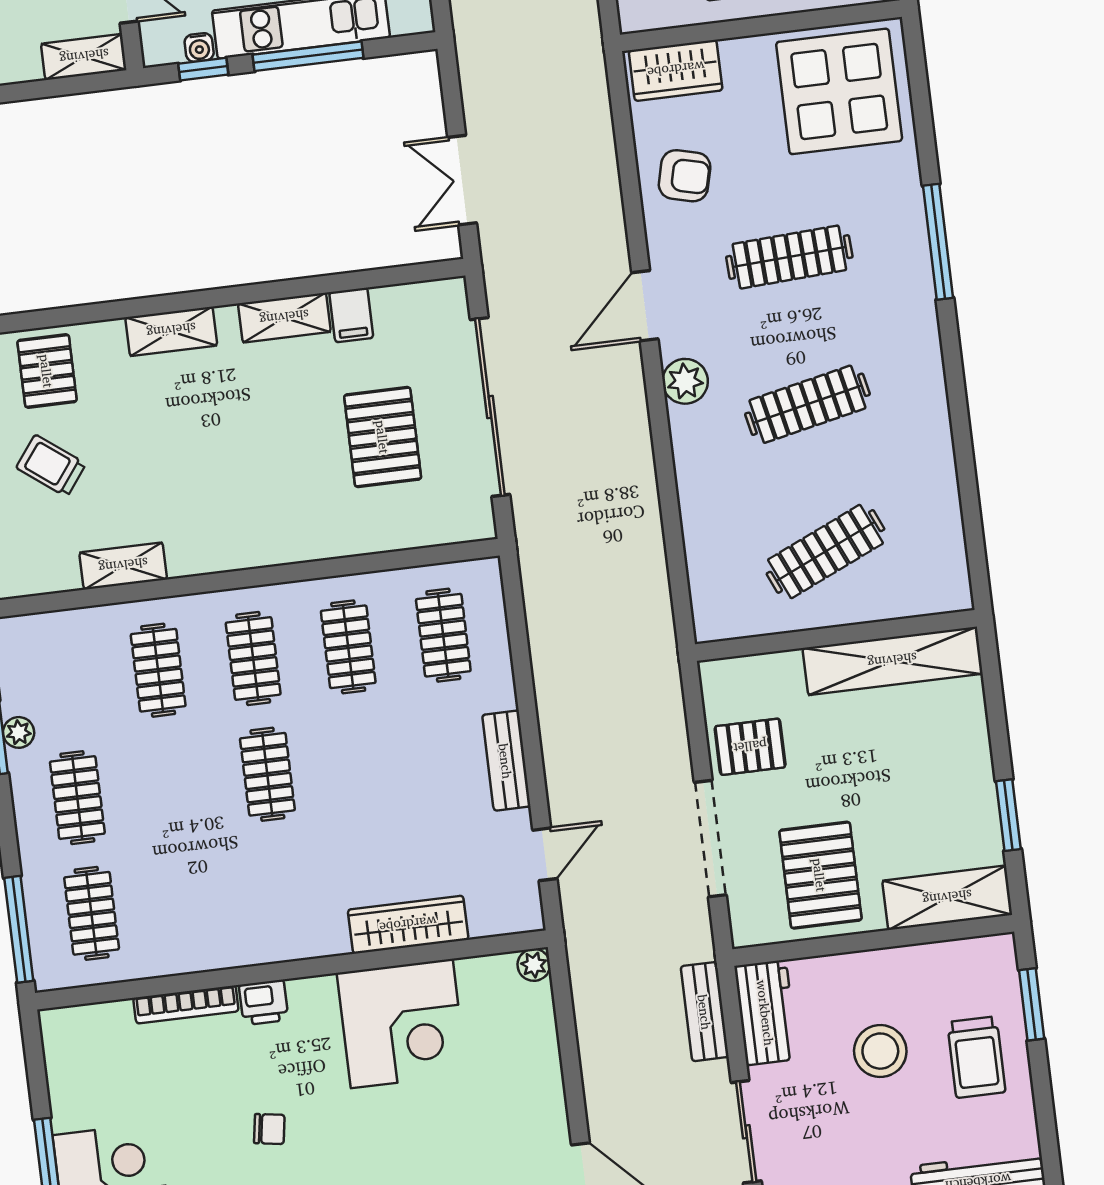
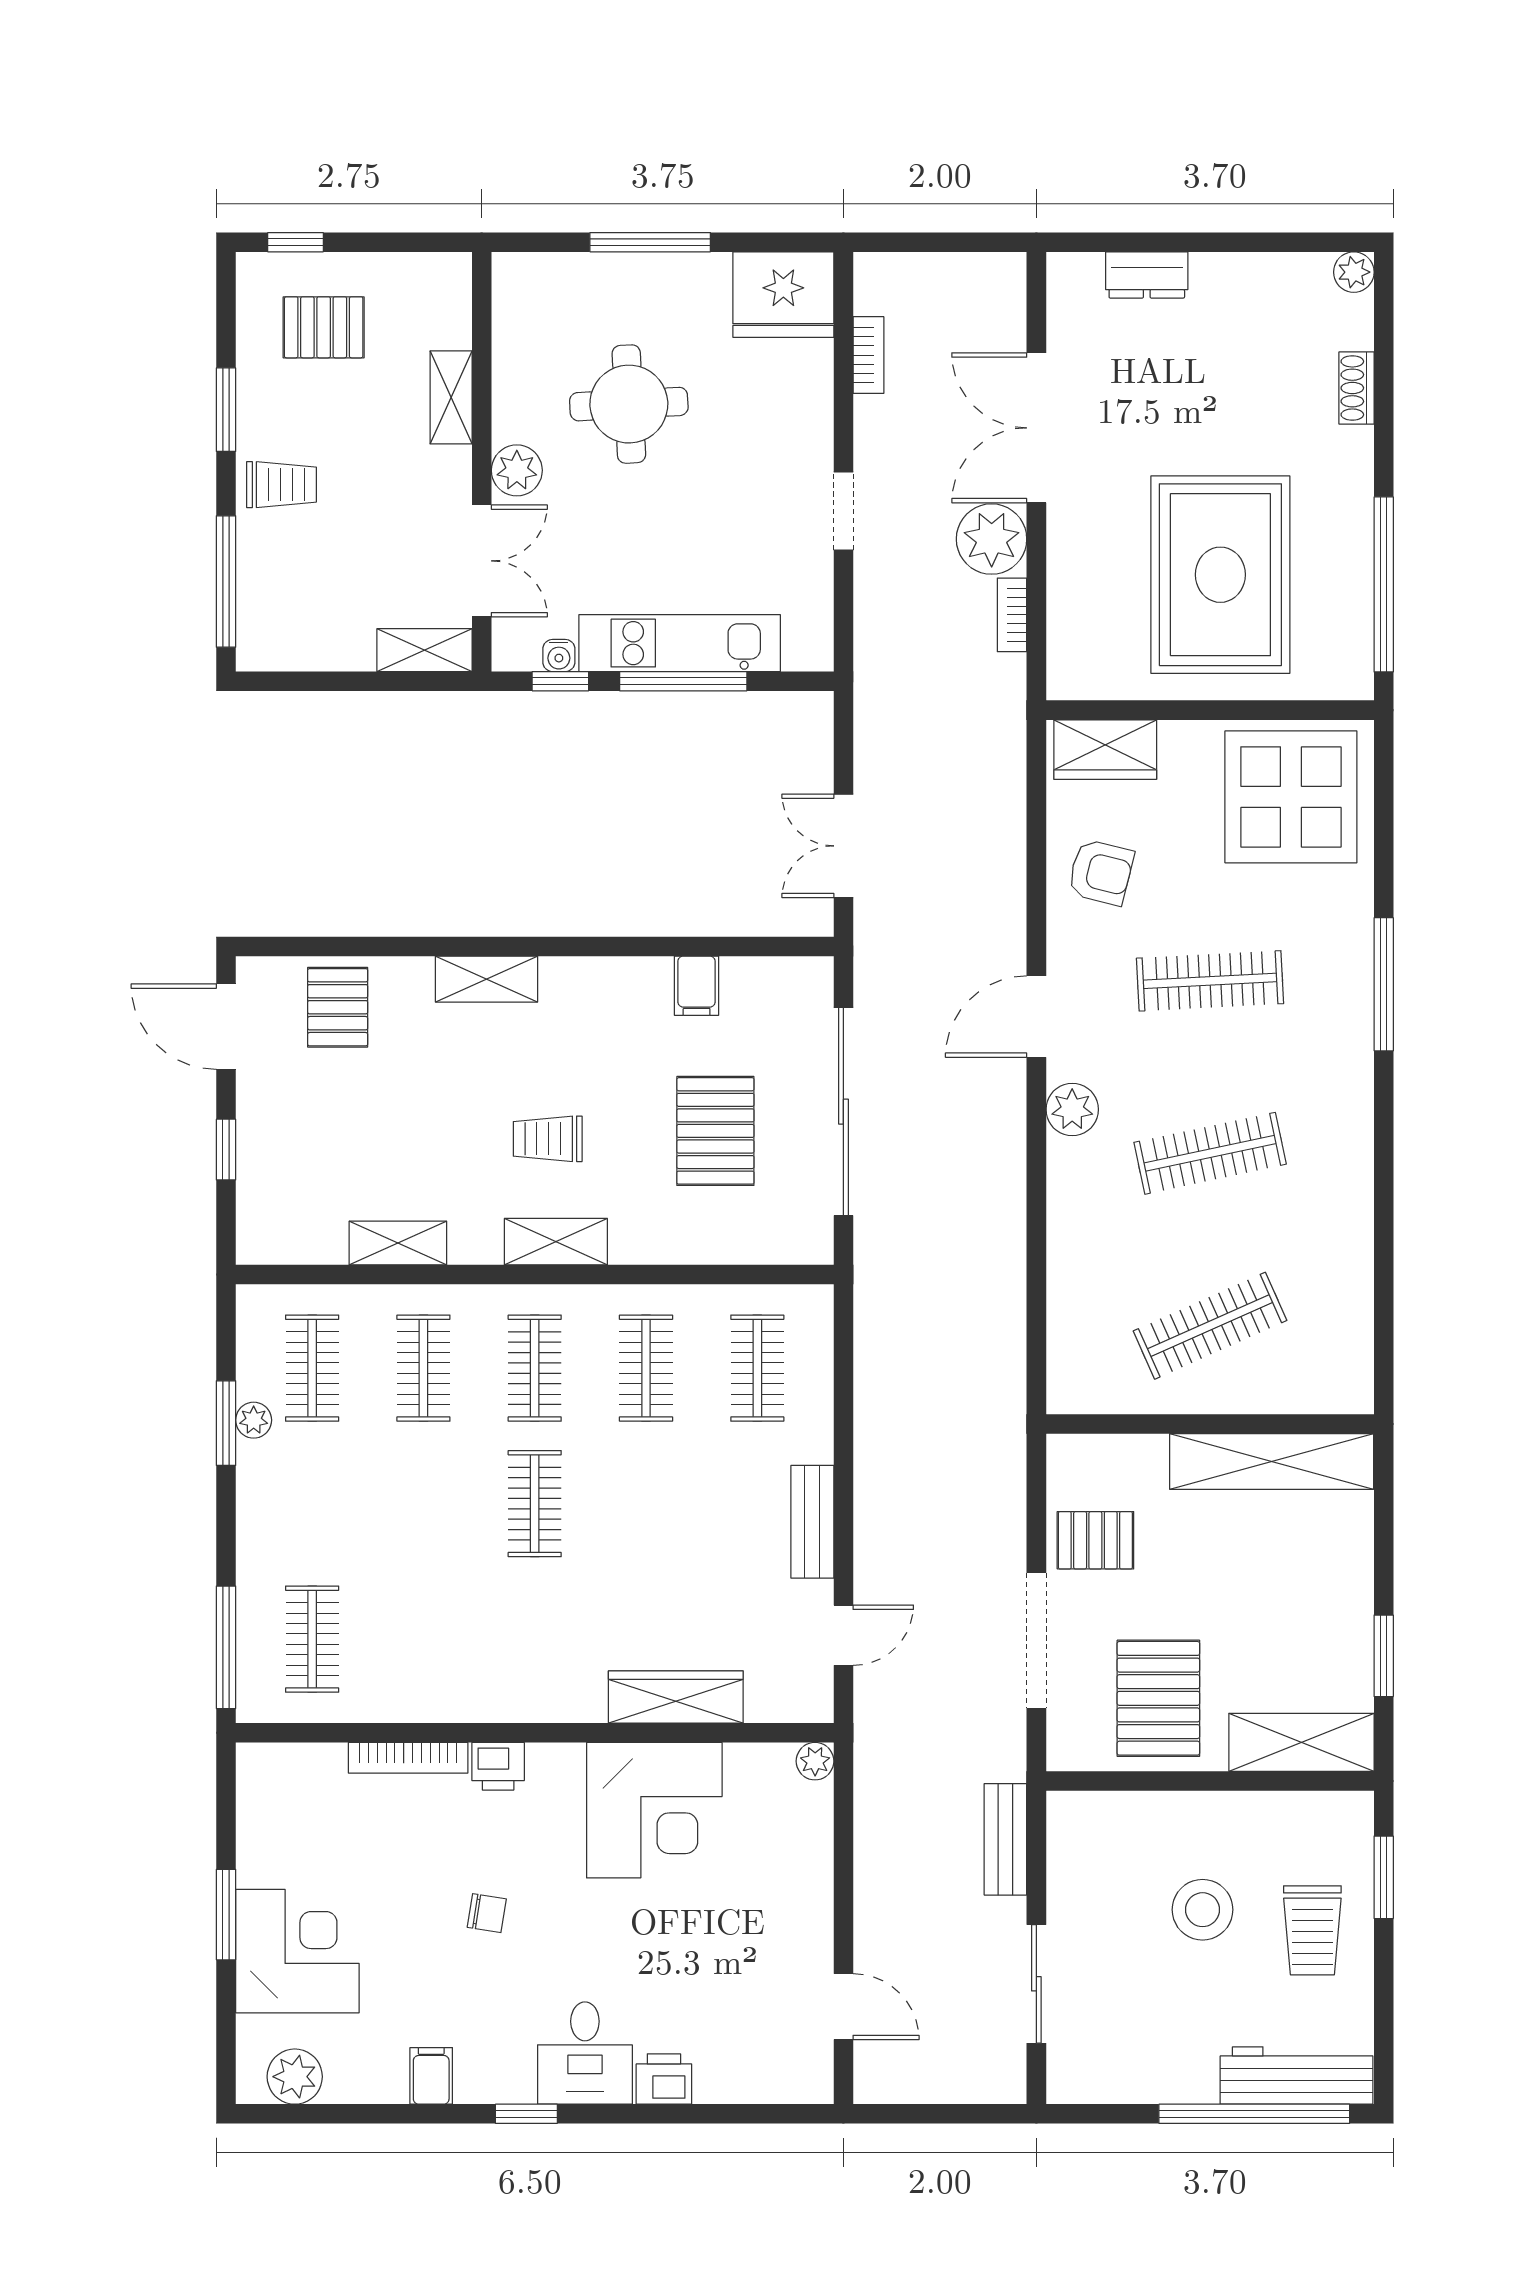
shelving: (284, 318) -> (556, 1242), moved
trolley: (51, 466) -> (548, 1139), moved, turned -37
clothes rail: (77, 798) -> (312, 1368), moved
workbench: (766, 1013) -> (1076, 1849), removed

